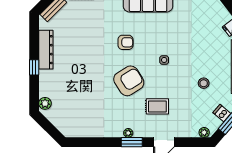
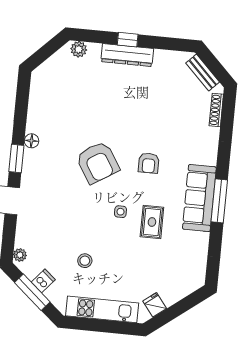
dresser: (46, 50) -> (127, 55), moved
rug: (157, 106) -> (152, 222), moved
floor lamp: (117, 132) -> (32, 141), added
plant: (128, 133) -> (29, 155), removed

